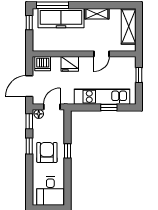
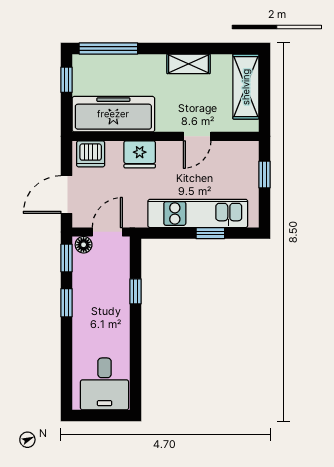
freezer: (61, 18) -> (113, 114), moved, turned 180
window: (67, 151) -> (135, 291), moved
armchair: (47, 152) -> (98, 314), removed

